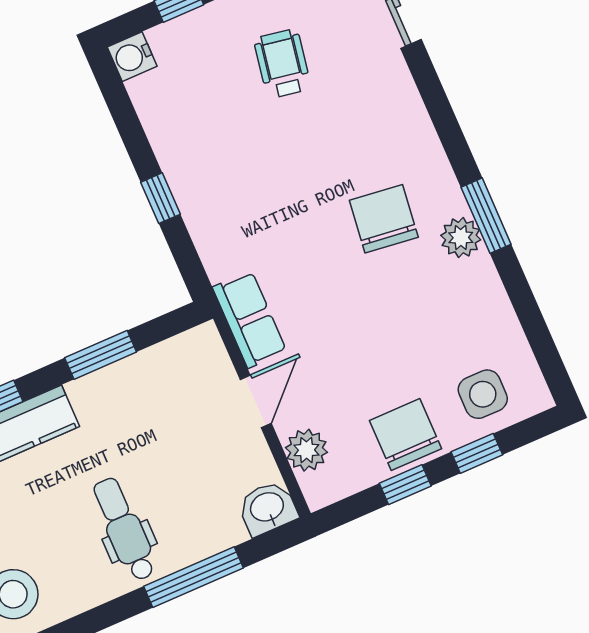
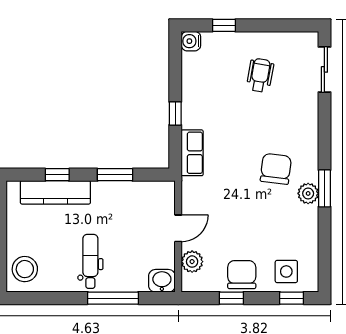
row of seats: (250, 319) -> (192, 153), moved
window: (477, 453) -> (292, 298), moved

